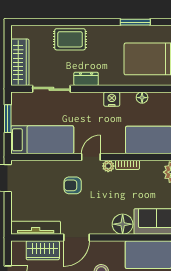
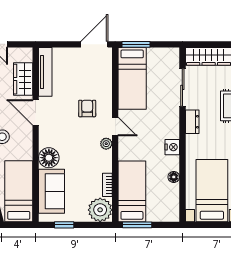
window: (8, 119) -> (136, 44), moved
bookcase: (127, 165) -> (107, 185), moved

